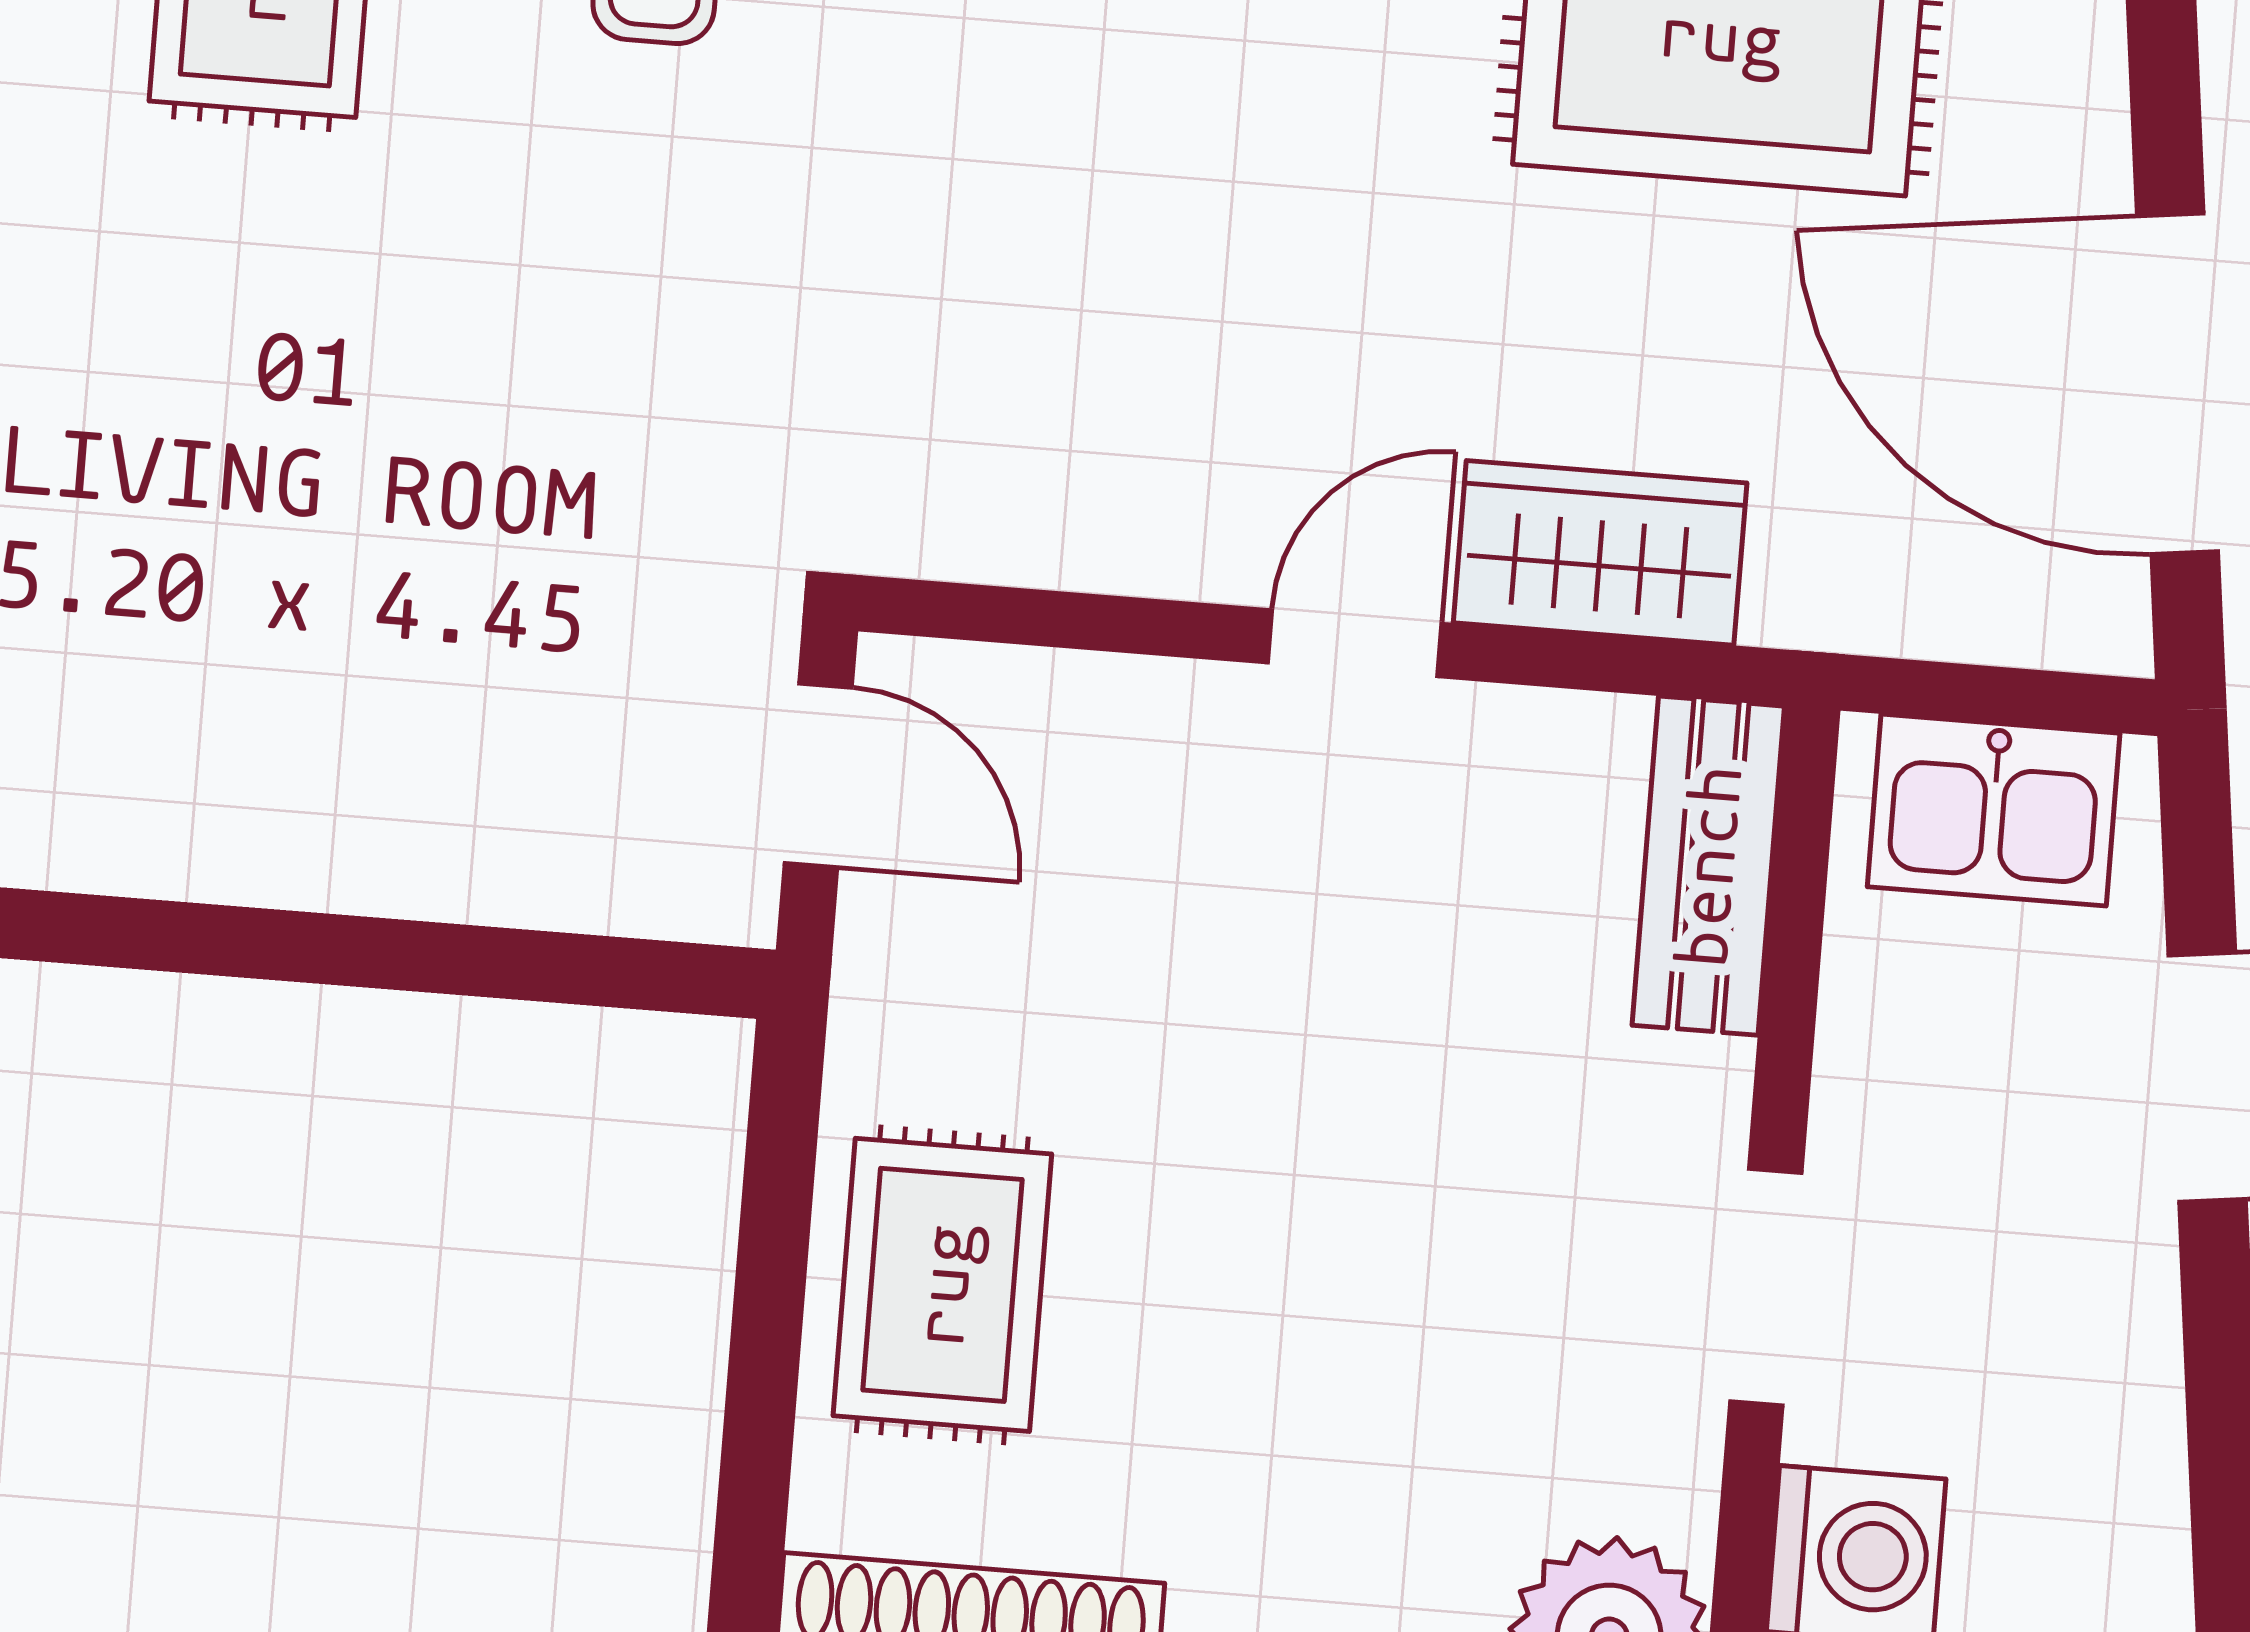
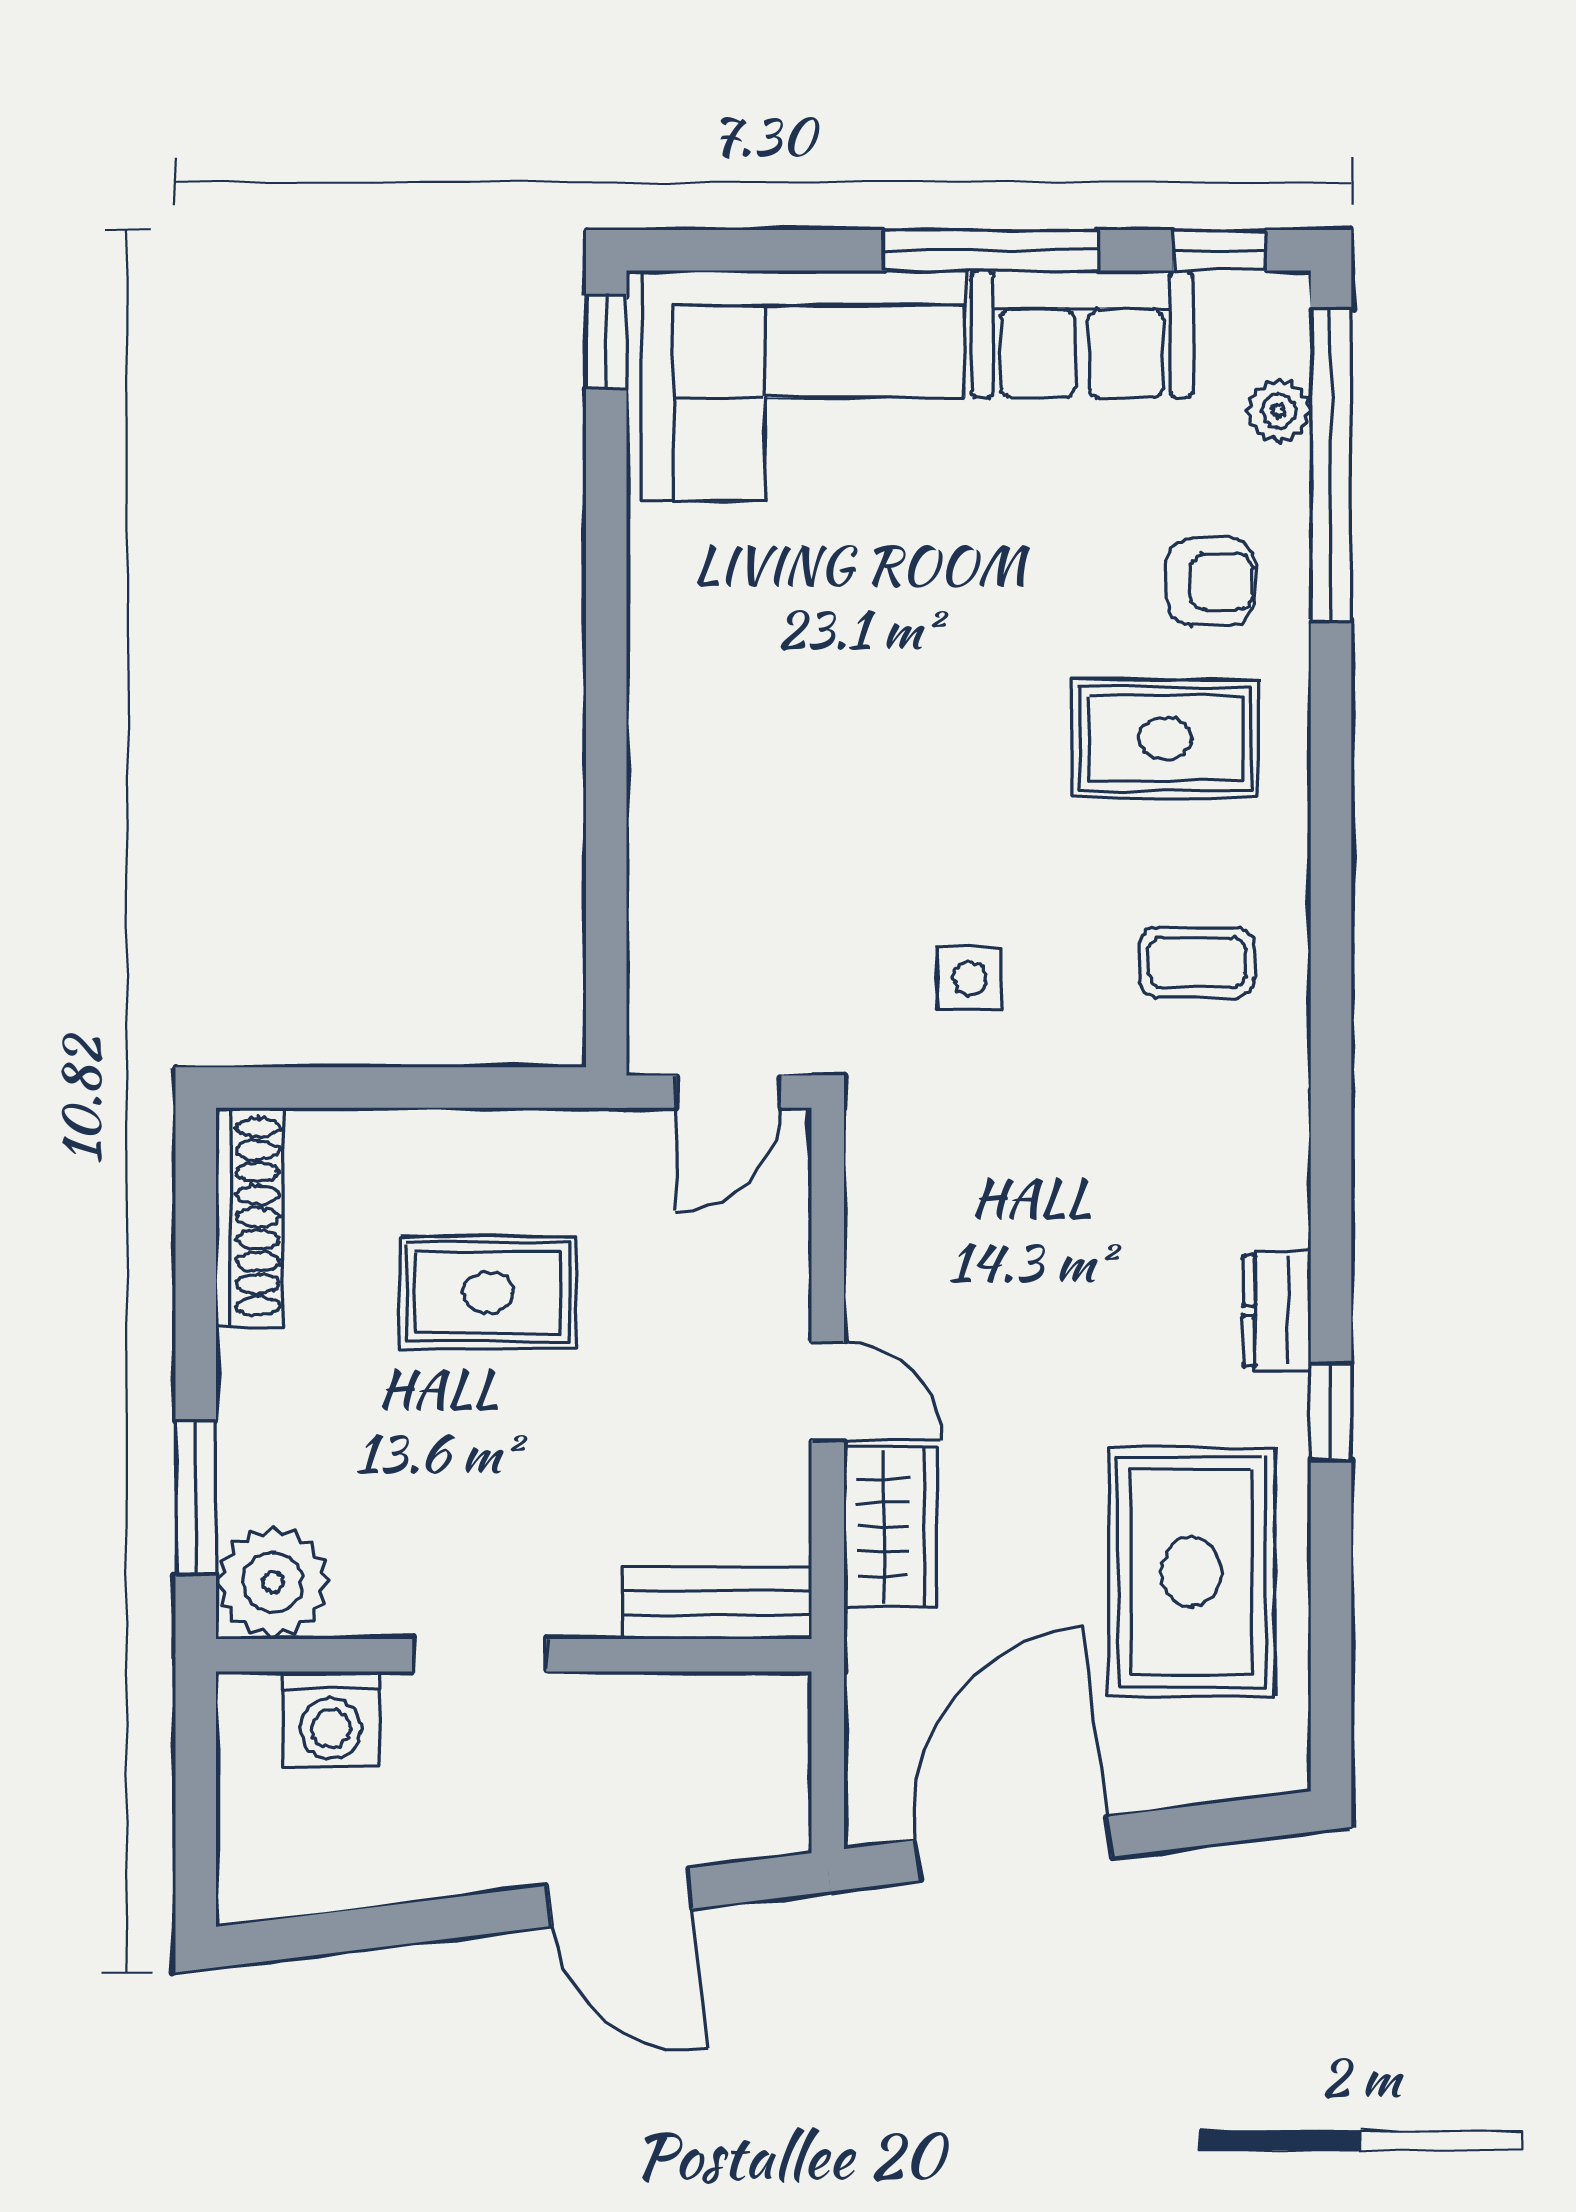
side table: (655, 338) -> (970, 979), added
kitchen sink: (1994, 810) -> (762, 1763), removed
rug: (942, 1285) -> (488, 1292), moved

